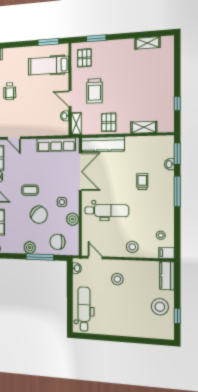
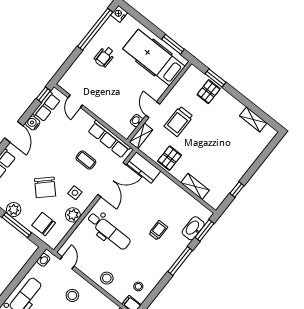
pallet: (84, 58) -> (209, 92), moved
hospital bed: (48, 66) -> (154, 58), width x1.37, depth x1.29
kitchen counter: (103, 144) -> (144, 167), width x0.67
washbasin: (169, 164) -> (193, 228), width x1.91, depth x1.45
coffee table: (30, 190) -> (86, 160), moved

